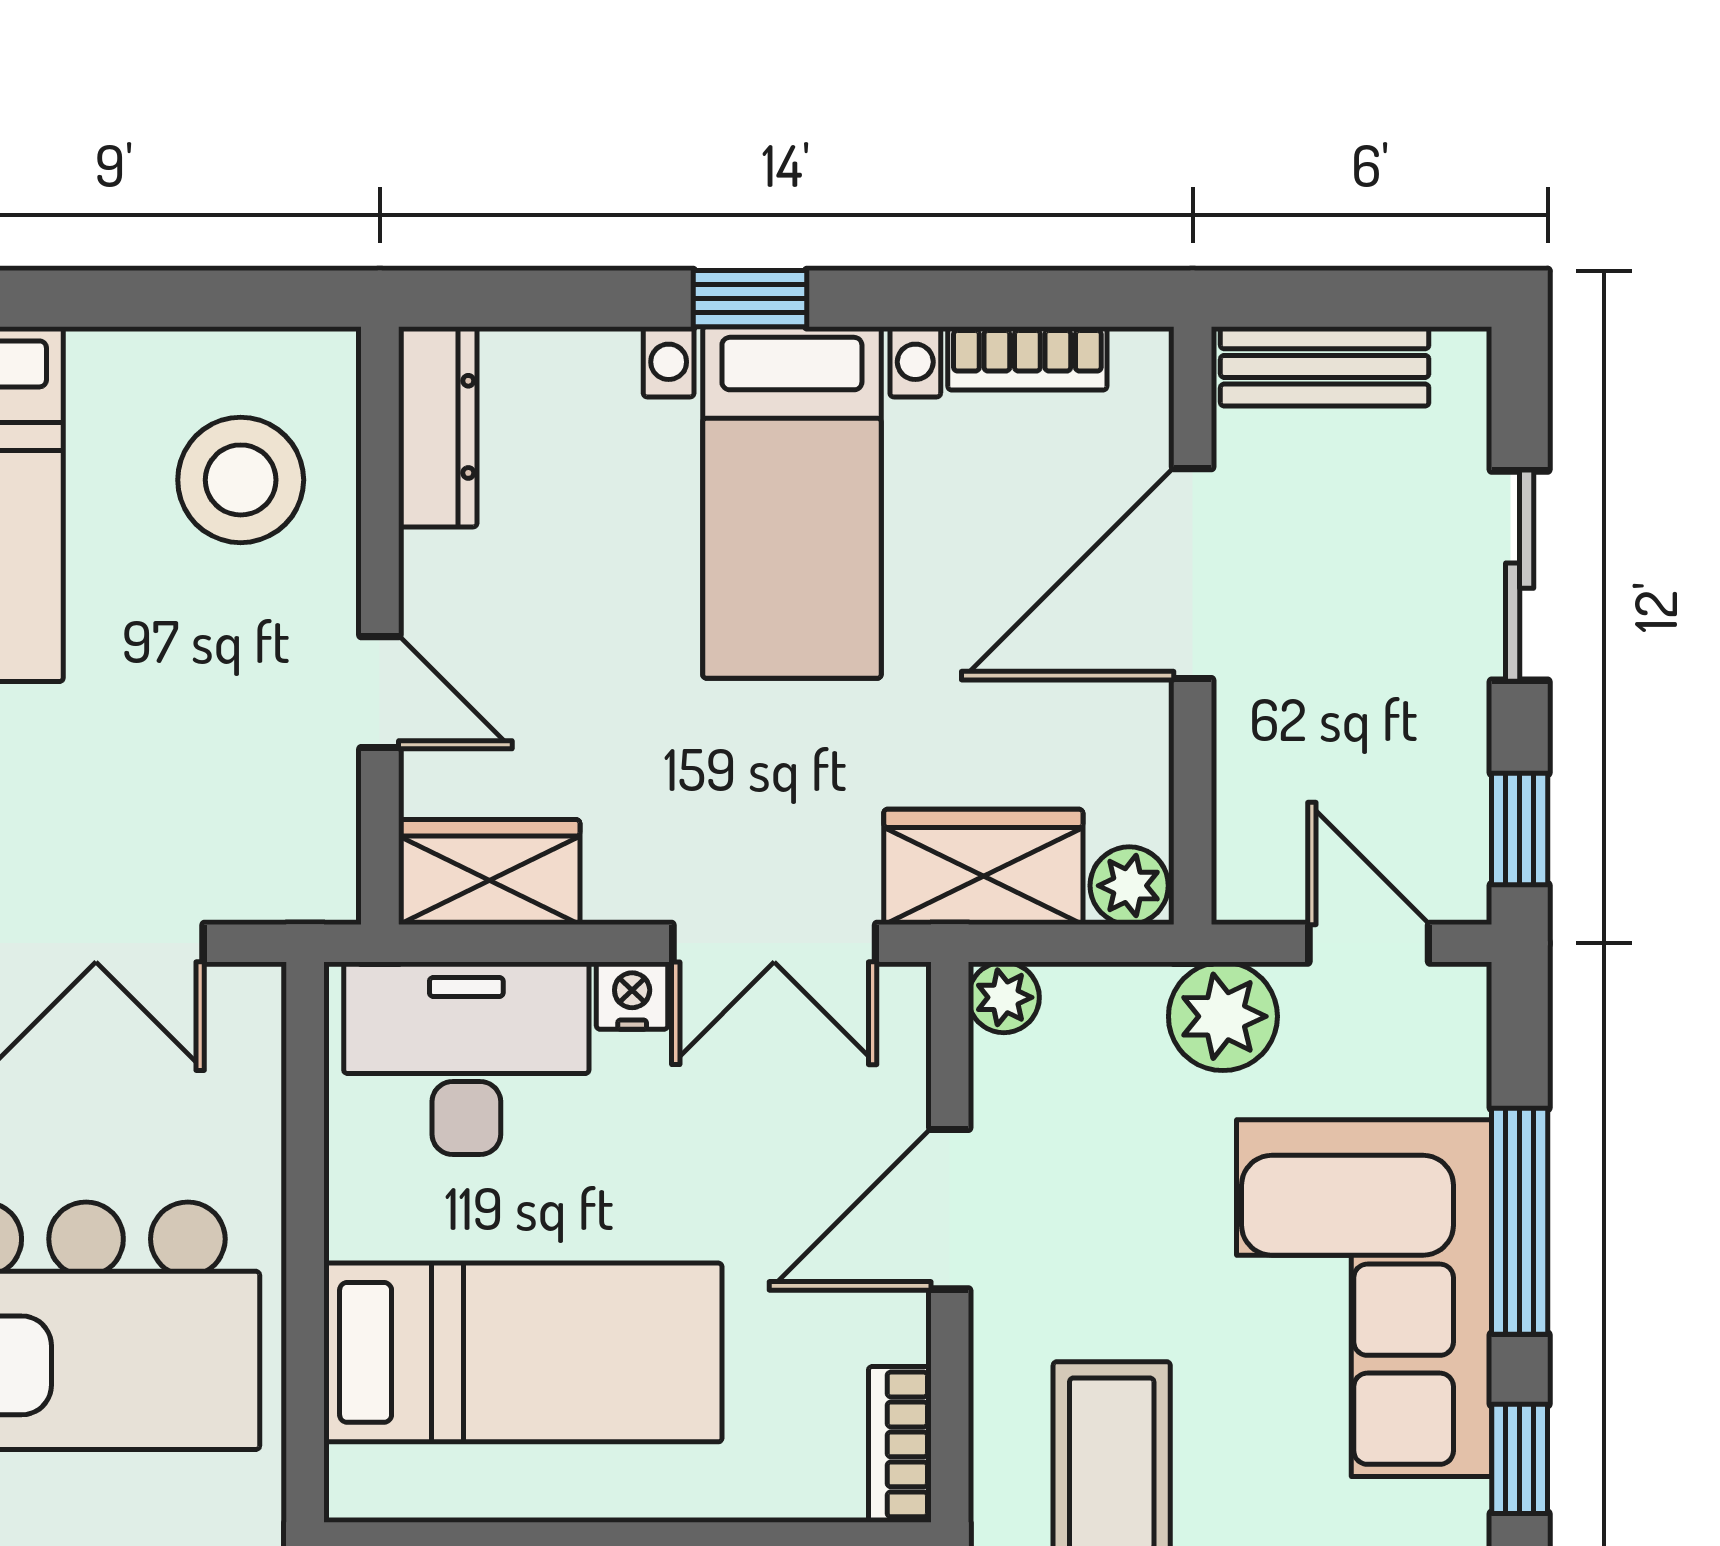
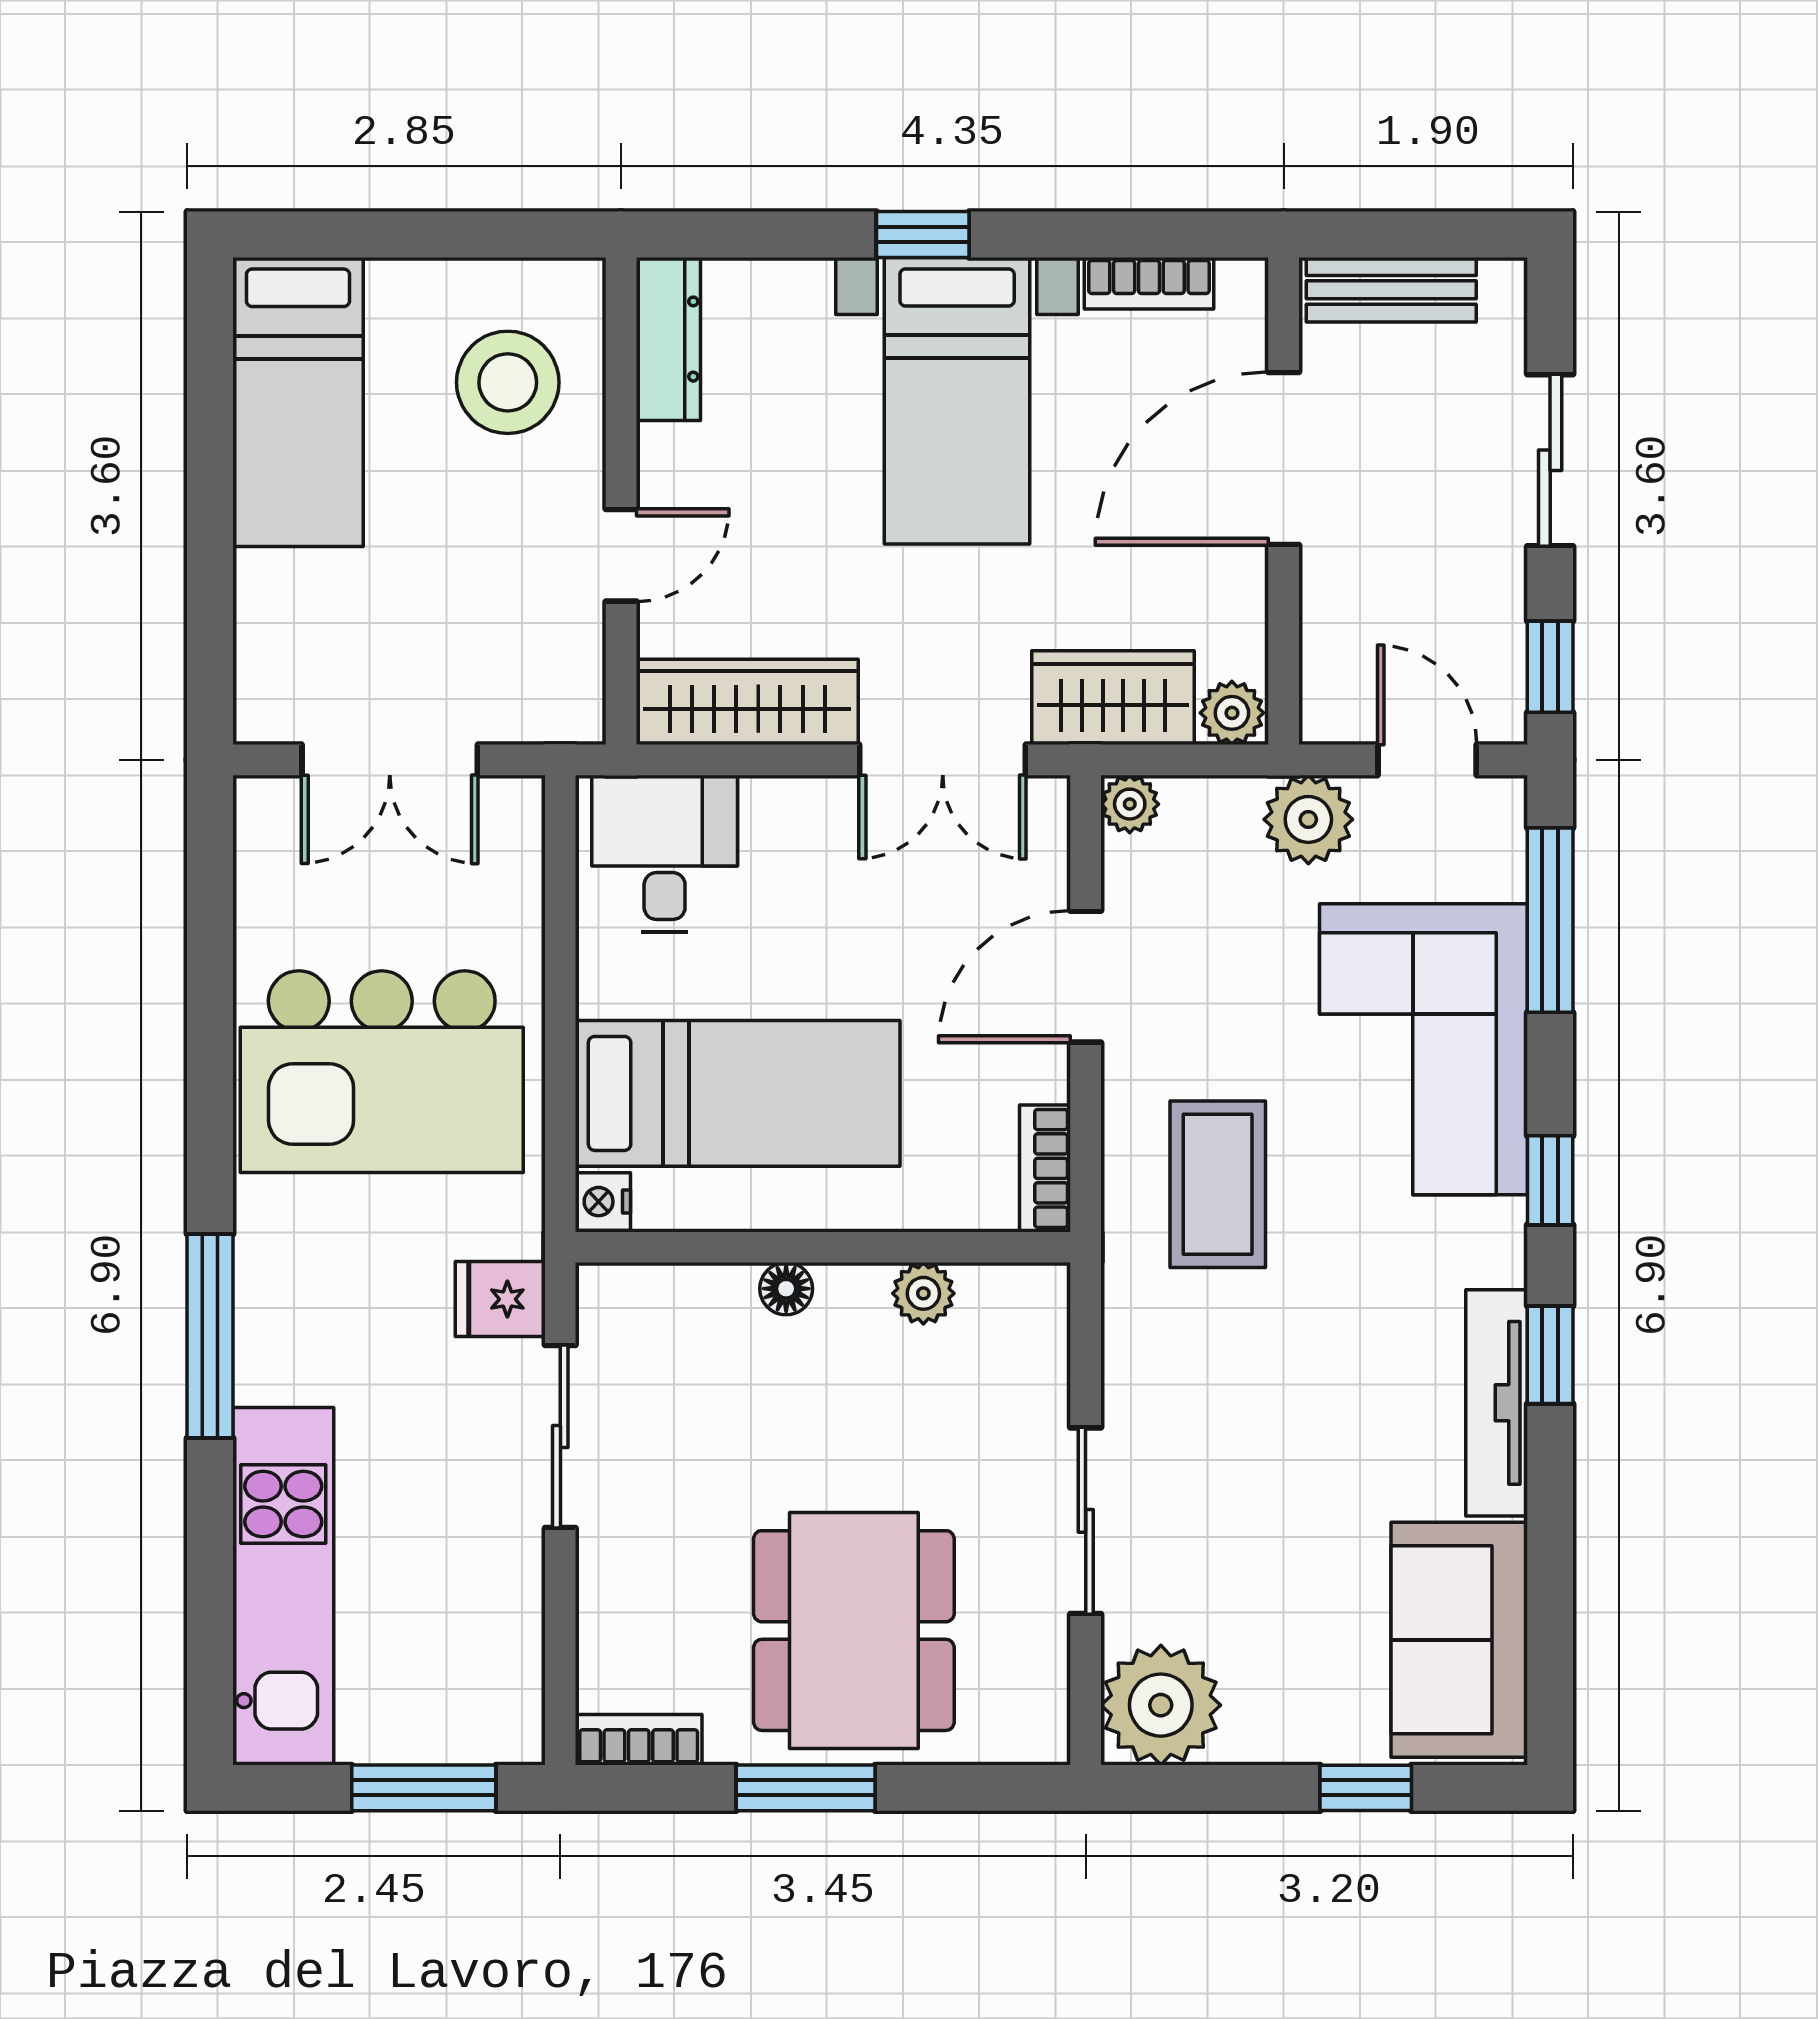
door: (380, 692) -> (621, 555), hinge flipped
wardrobe: (489, 872) -> (747, 702), width x1.50
nightstand: (632, 996) -> (603, 1202), moved, turned -90
desk: (466, 1058) -> (665, 854), width x0.73
window: (1520, 1221) -> (1550, 920), moved

